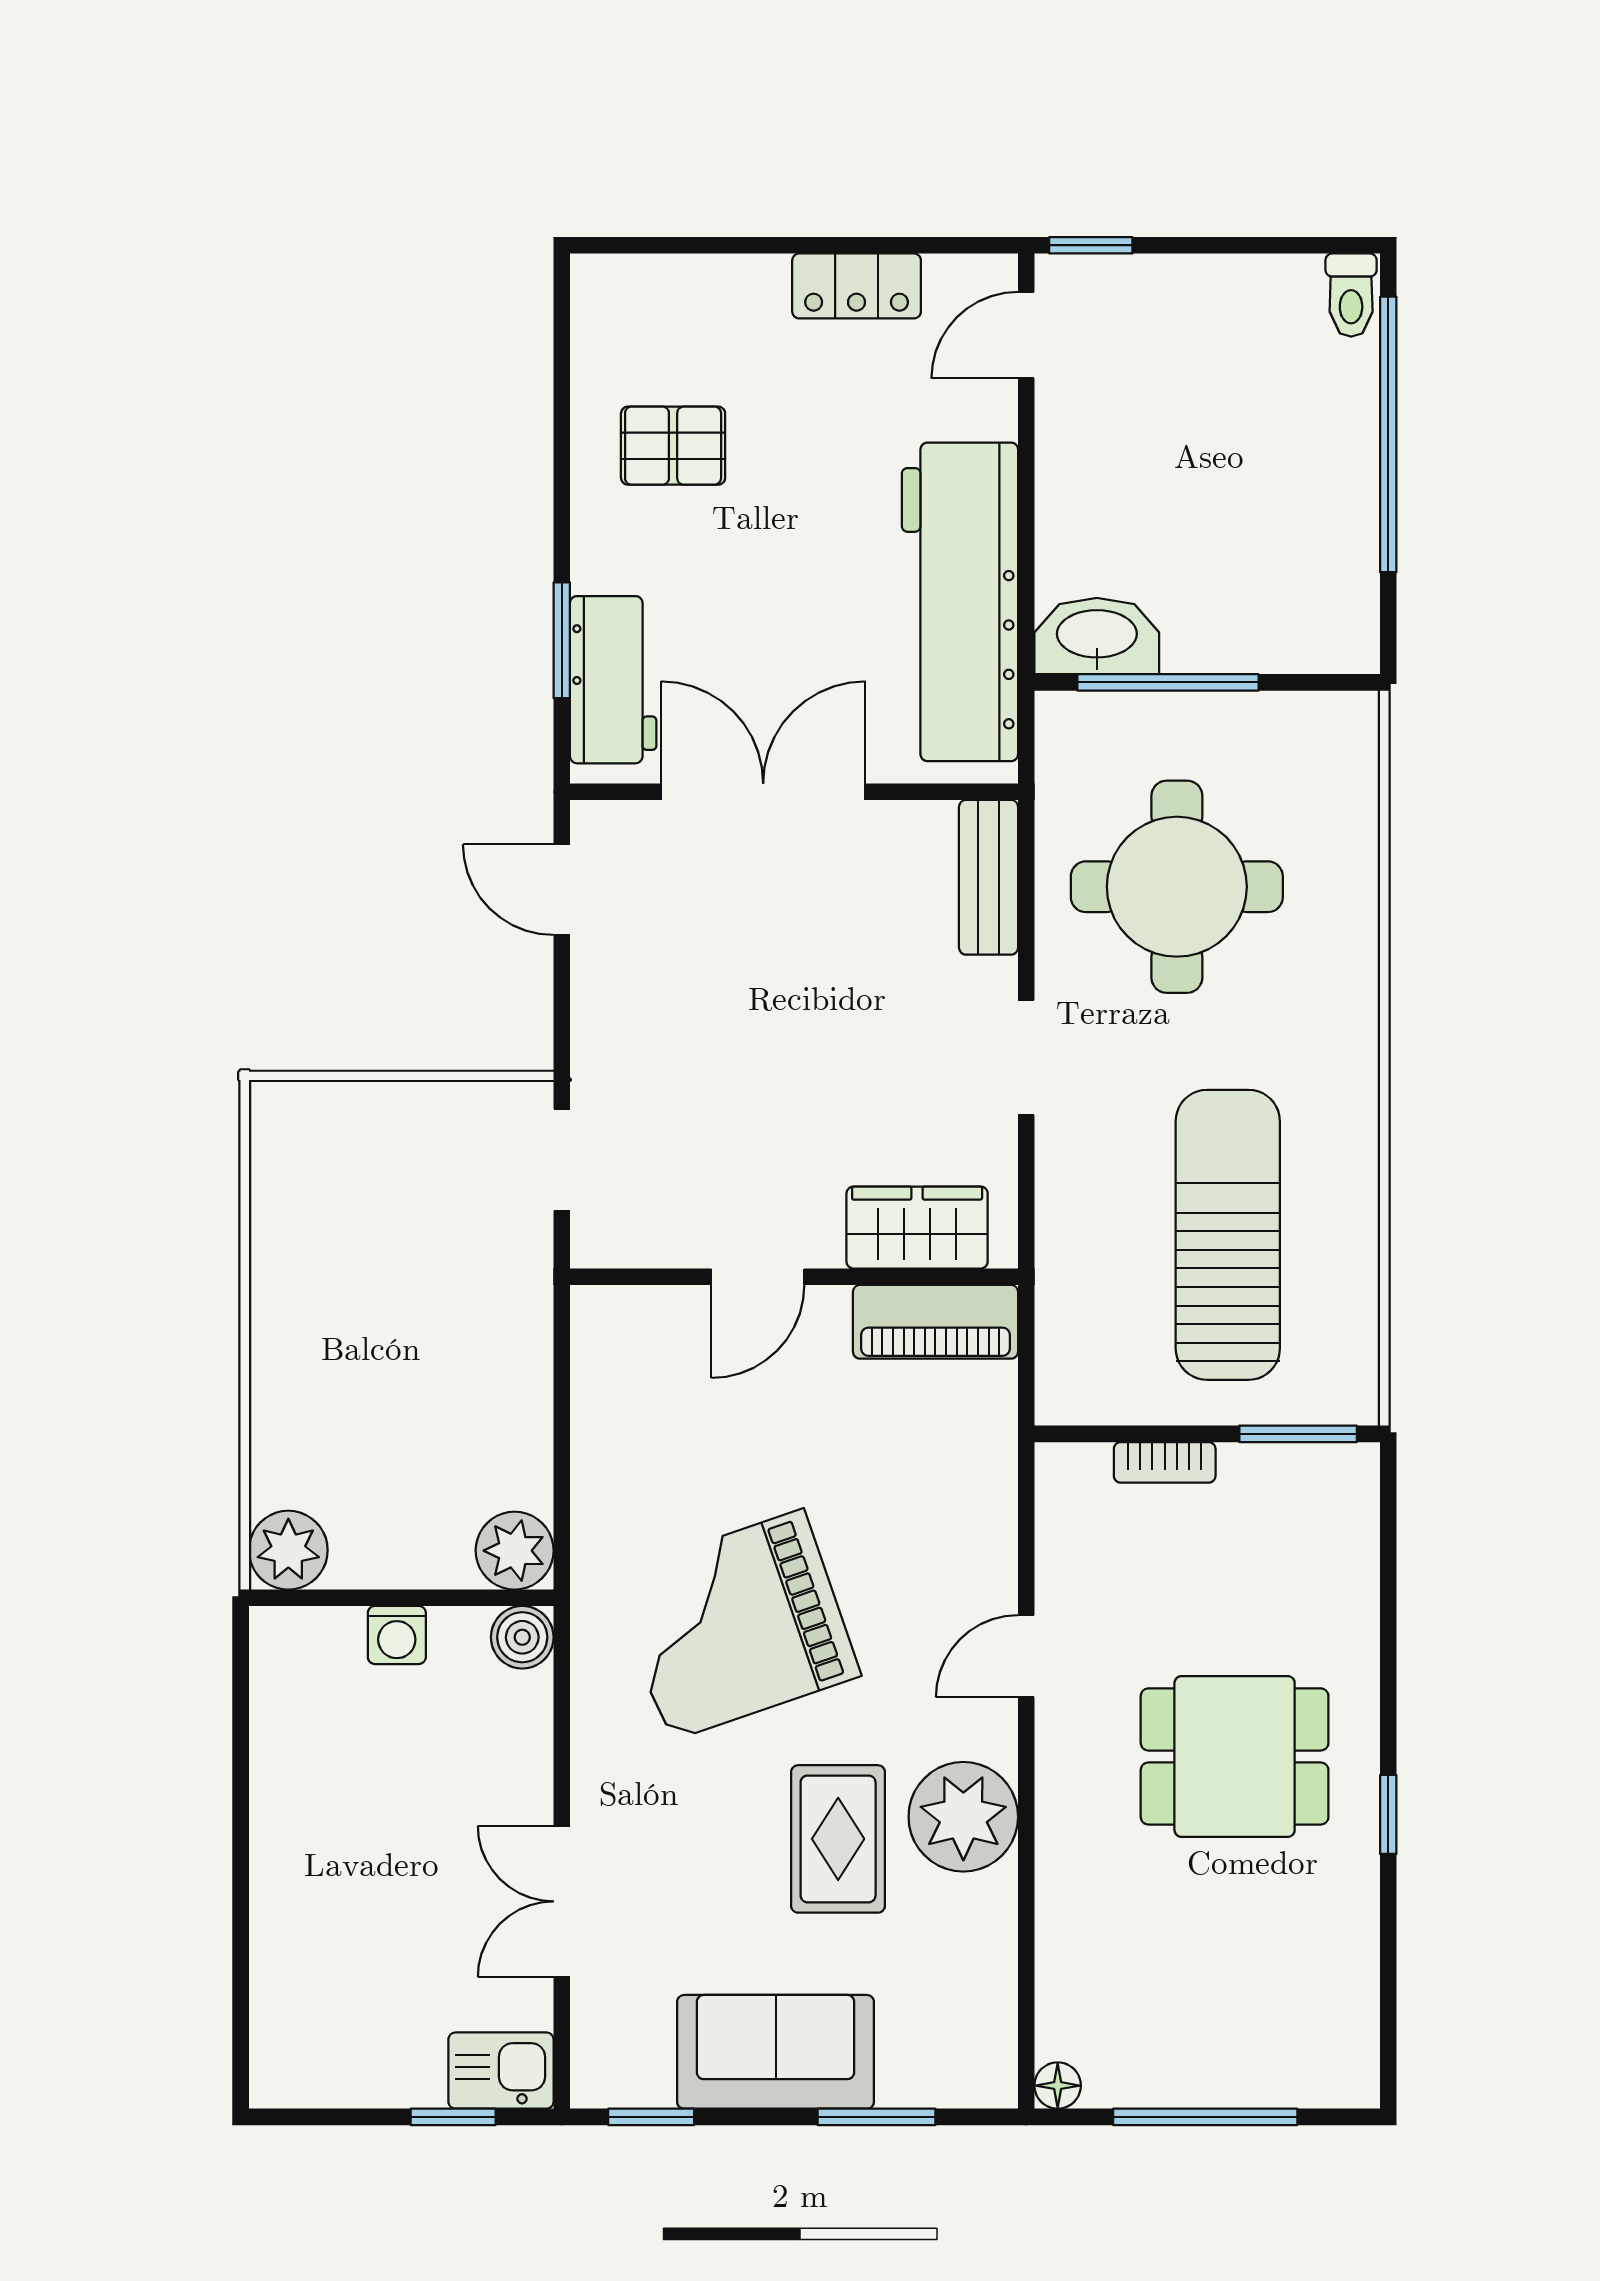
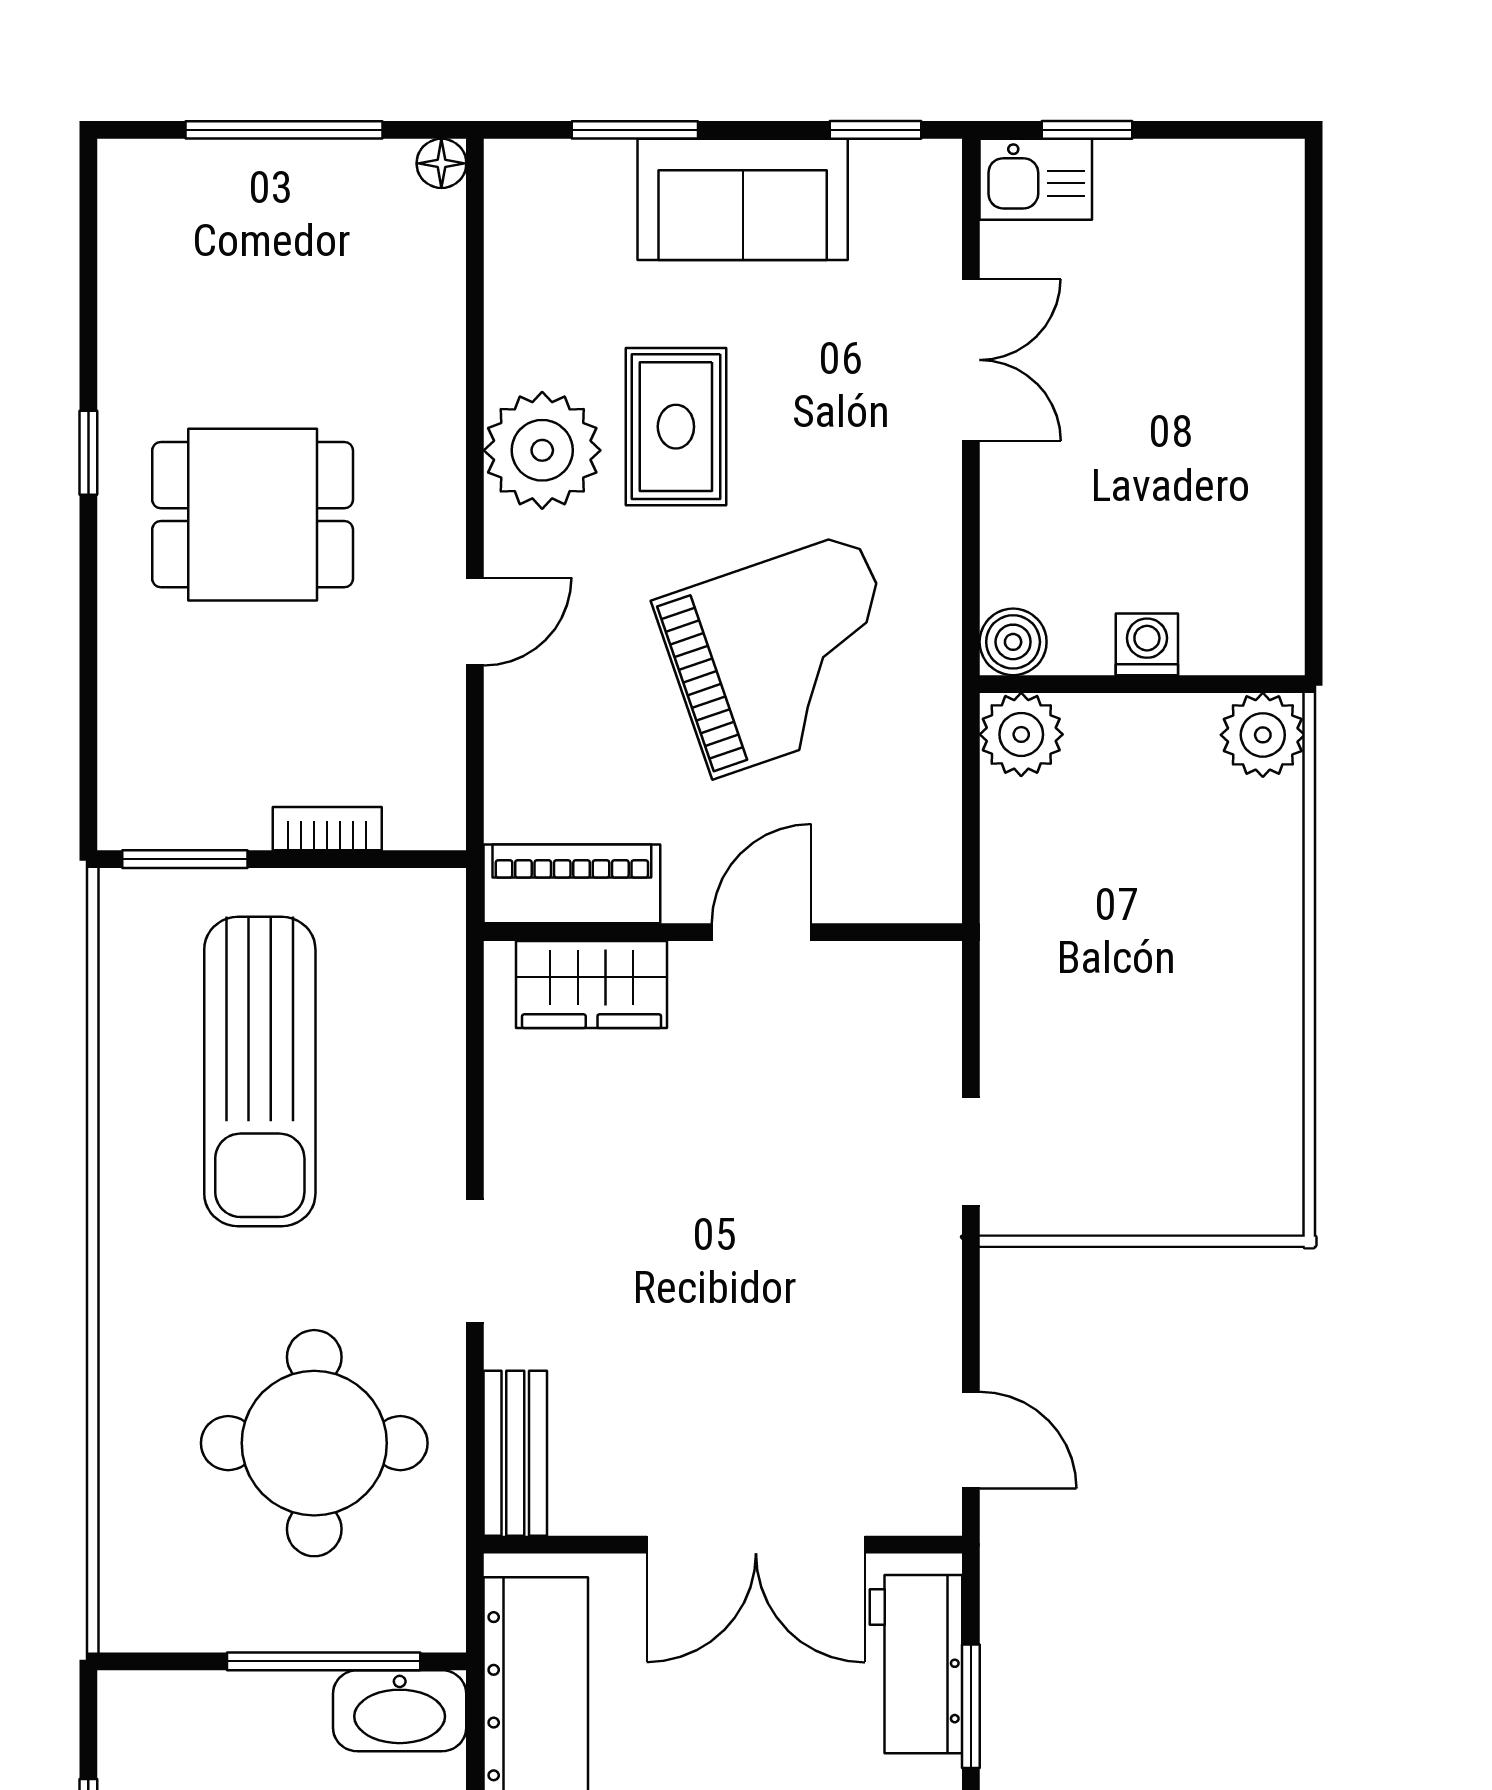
wardrobe: (917, 1228) -> (592, 984), moved
door: (758, 1277) -> (762, 932), moved
wall: (794, 1277) -> (723, 932), moved
piano: (935, 1322) -> (572, 884), moved

